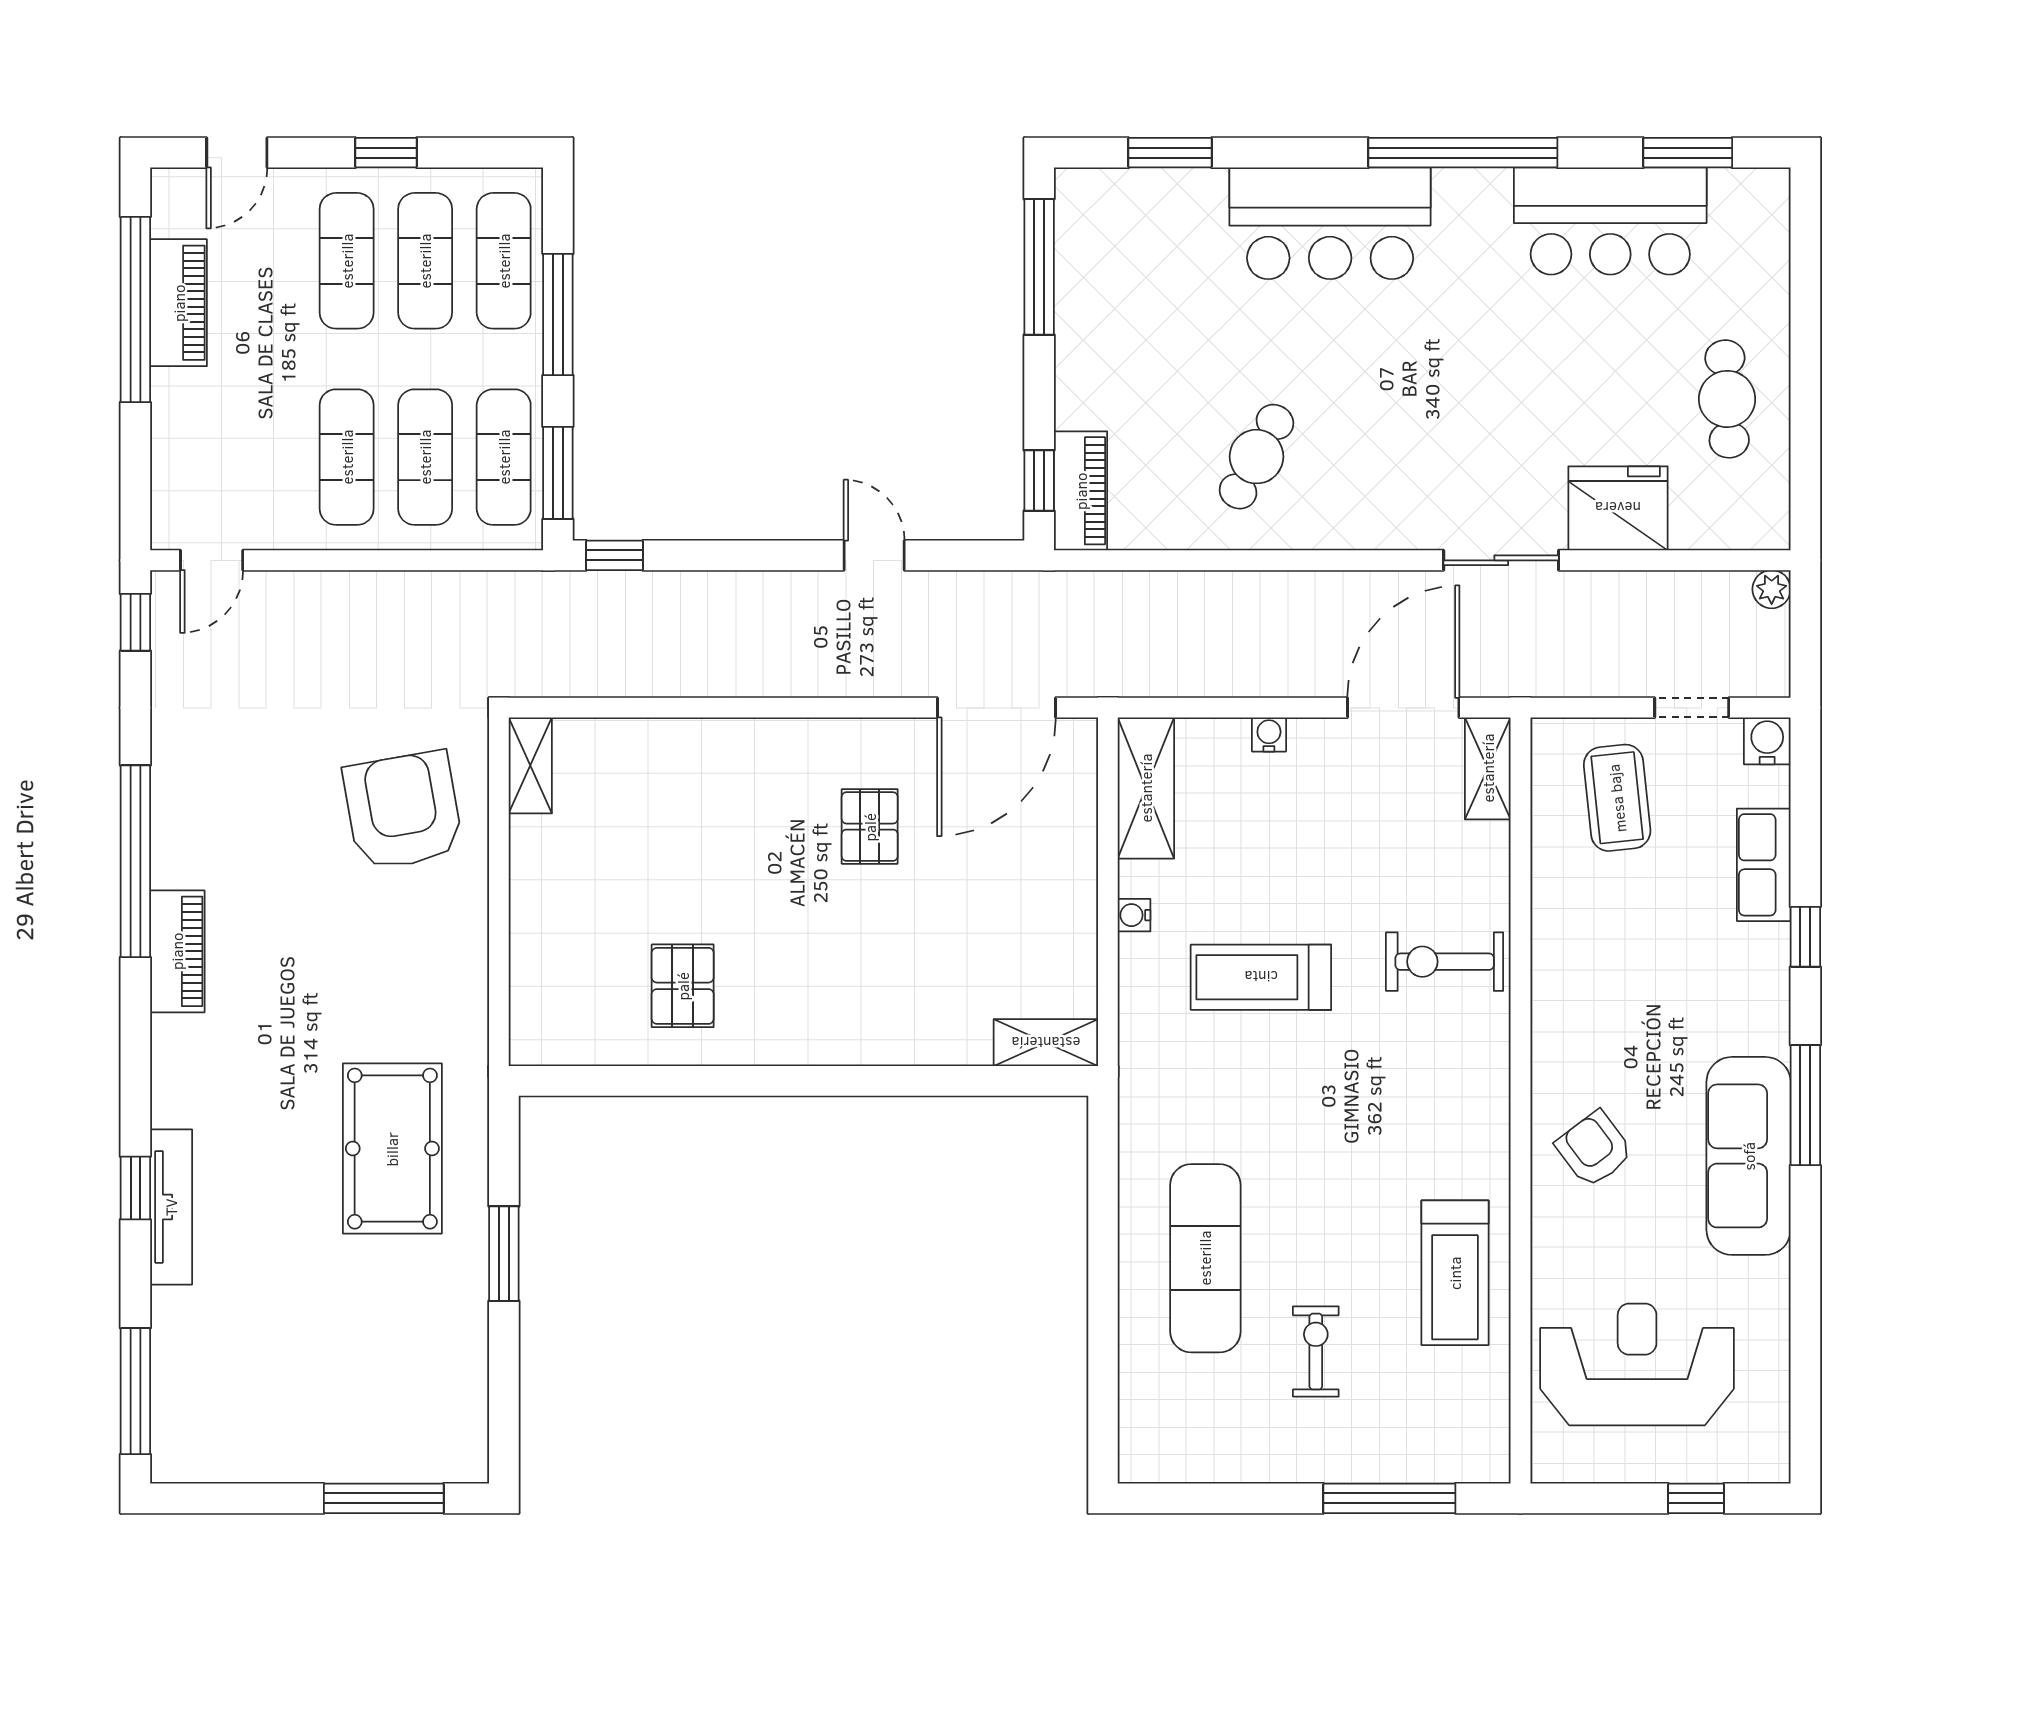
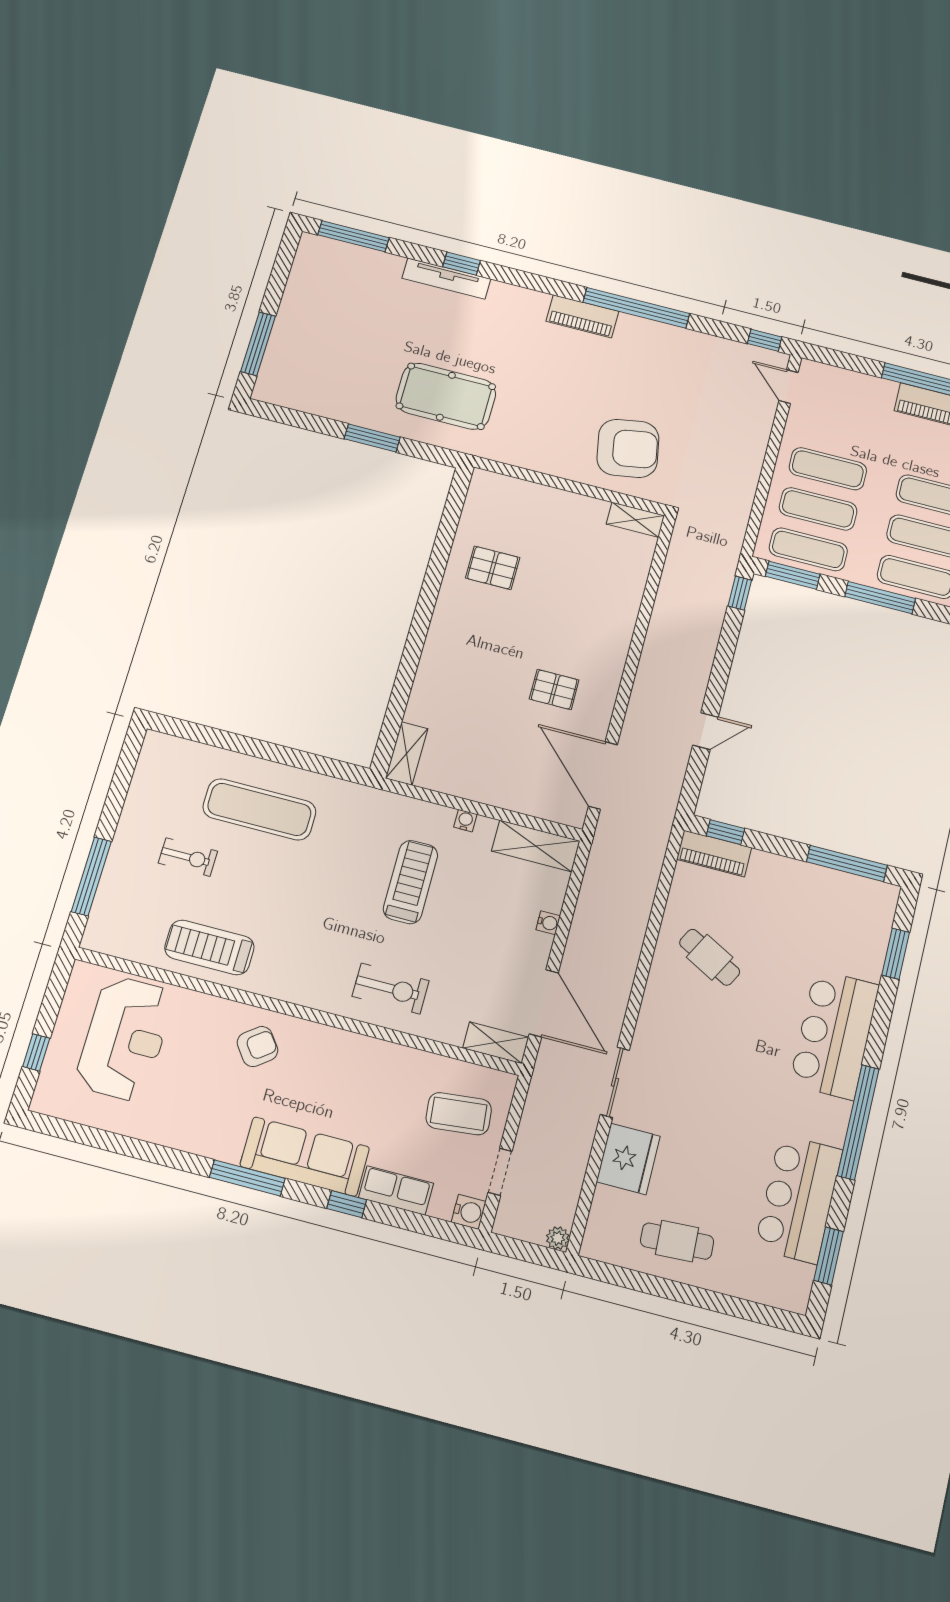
exercise bike: (1445, 962) -> (391, 989), turned 90
sofa: (1749, 1156) -> (305, 1157), moved

